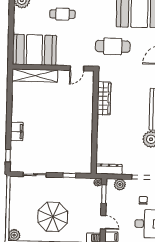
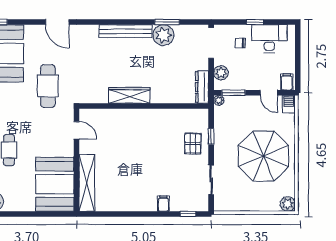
wardrobe: (104, 98) -> (129, 95), moved
filing cabinet: (17, 131) -> (163, 204), width x0.50
pallet: (64, 161) -> (193, 144), added
parasol: (53, 217) -> (263, 156), width x1.36, depth x1.36
door: (103, 222) -> (269, 93), swing flipped

